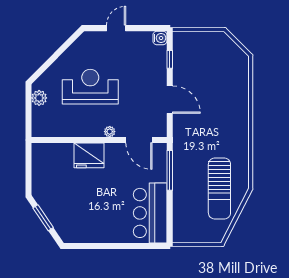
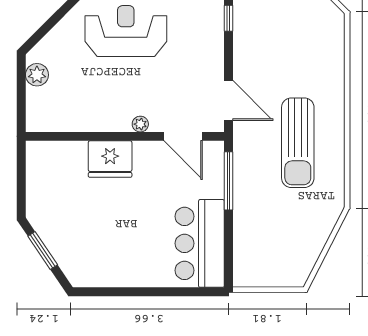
reception desk: (90, 87) -> (126, 31), moved
door: (170, 100) -> (228, 100), moved
sun lounger: (219, 189) -> (298, 143), moved

